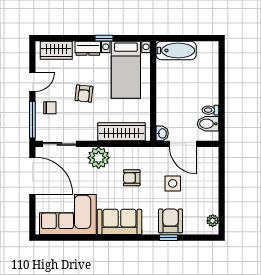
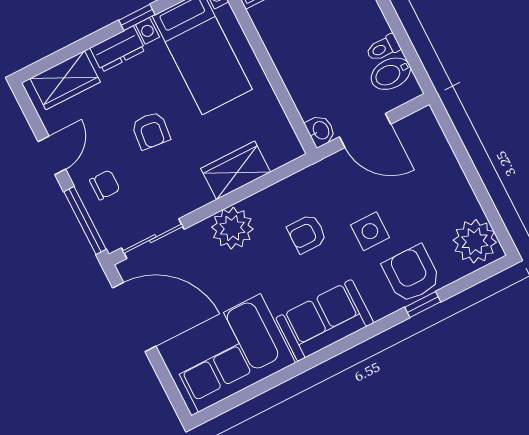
wardrobe: (121, 132) -> (236, 170), width x0.67
side table: (173, 183) -> (370, 231), moved
plant: (213, 221) -> (475, 241), width x1.88, depth x1.88

